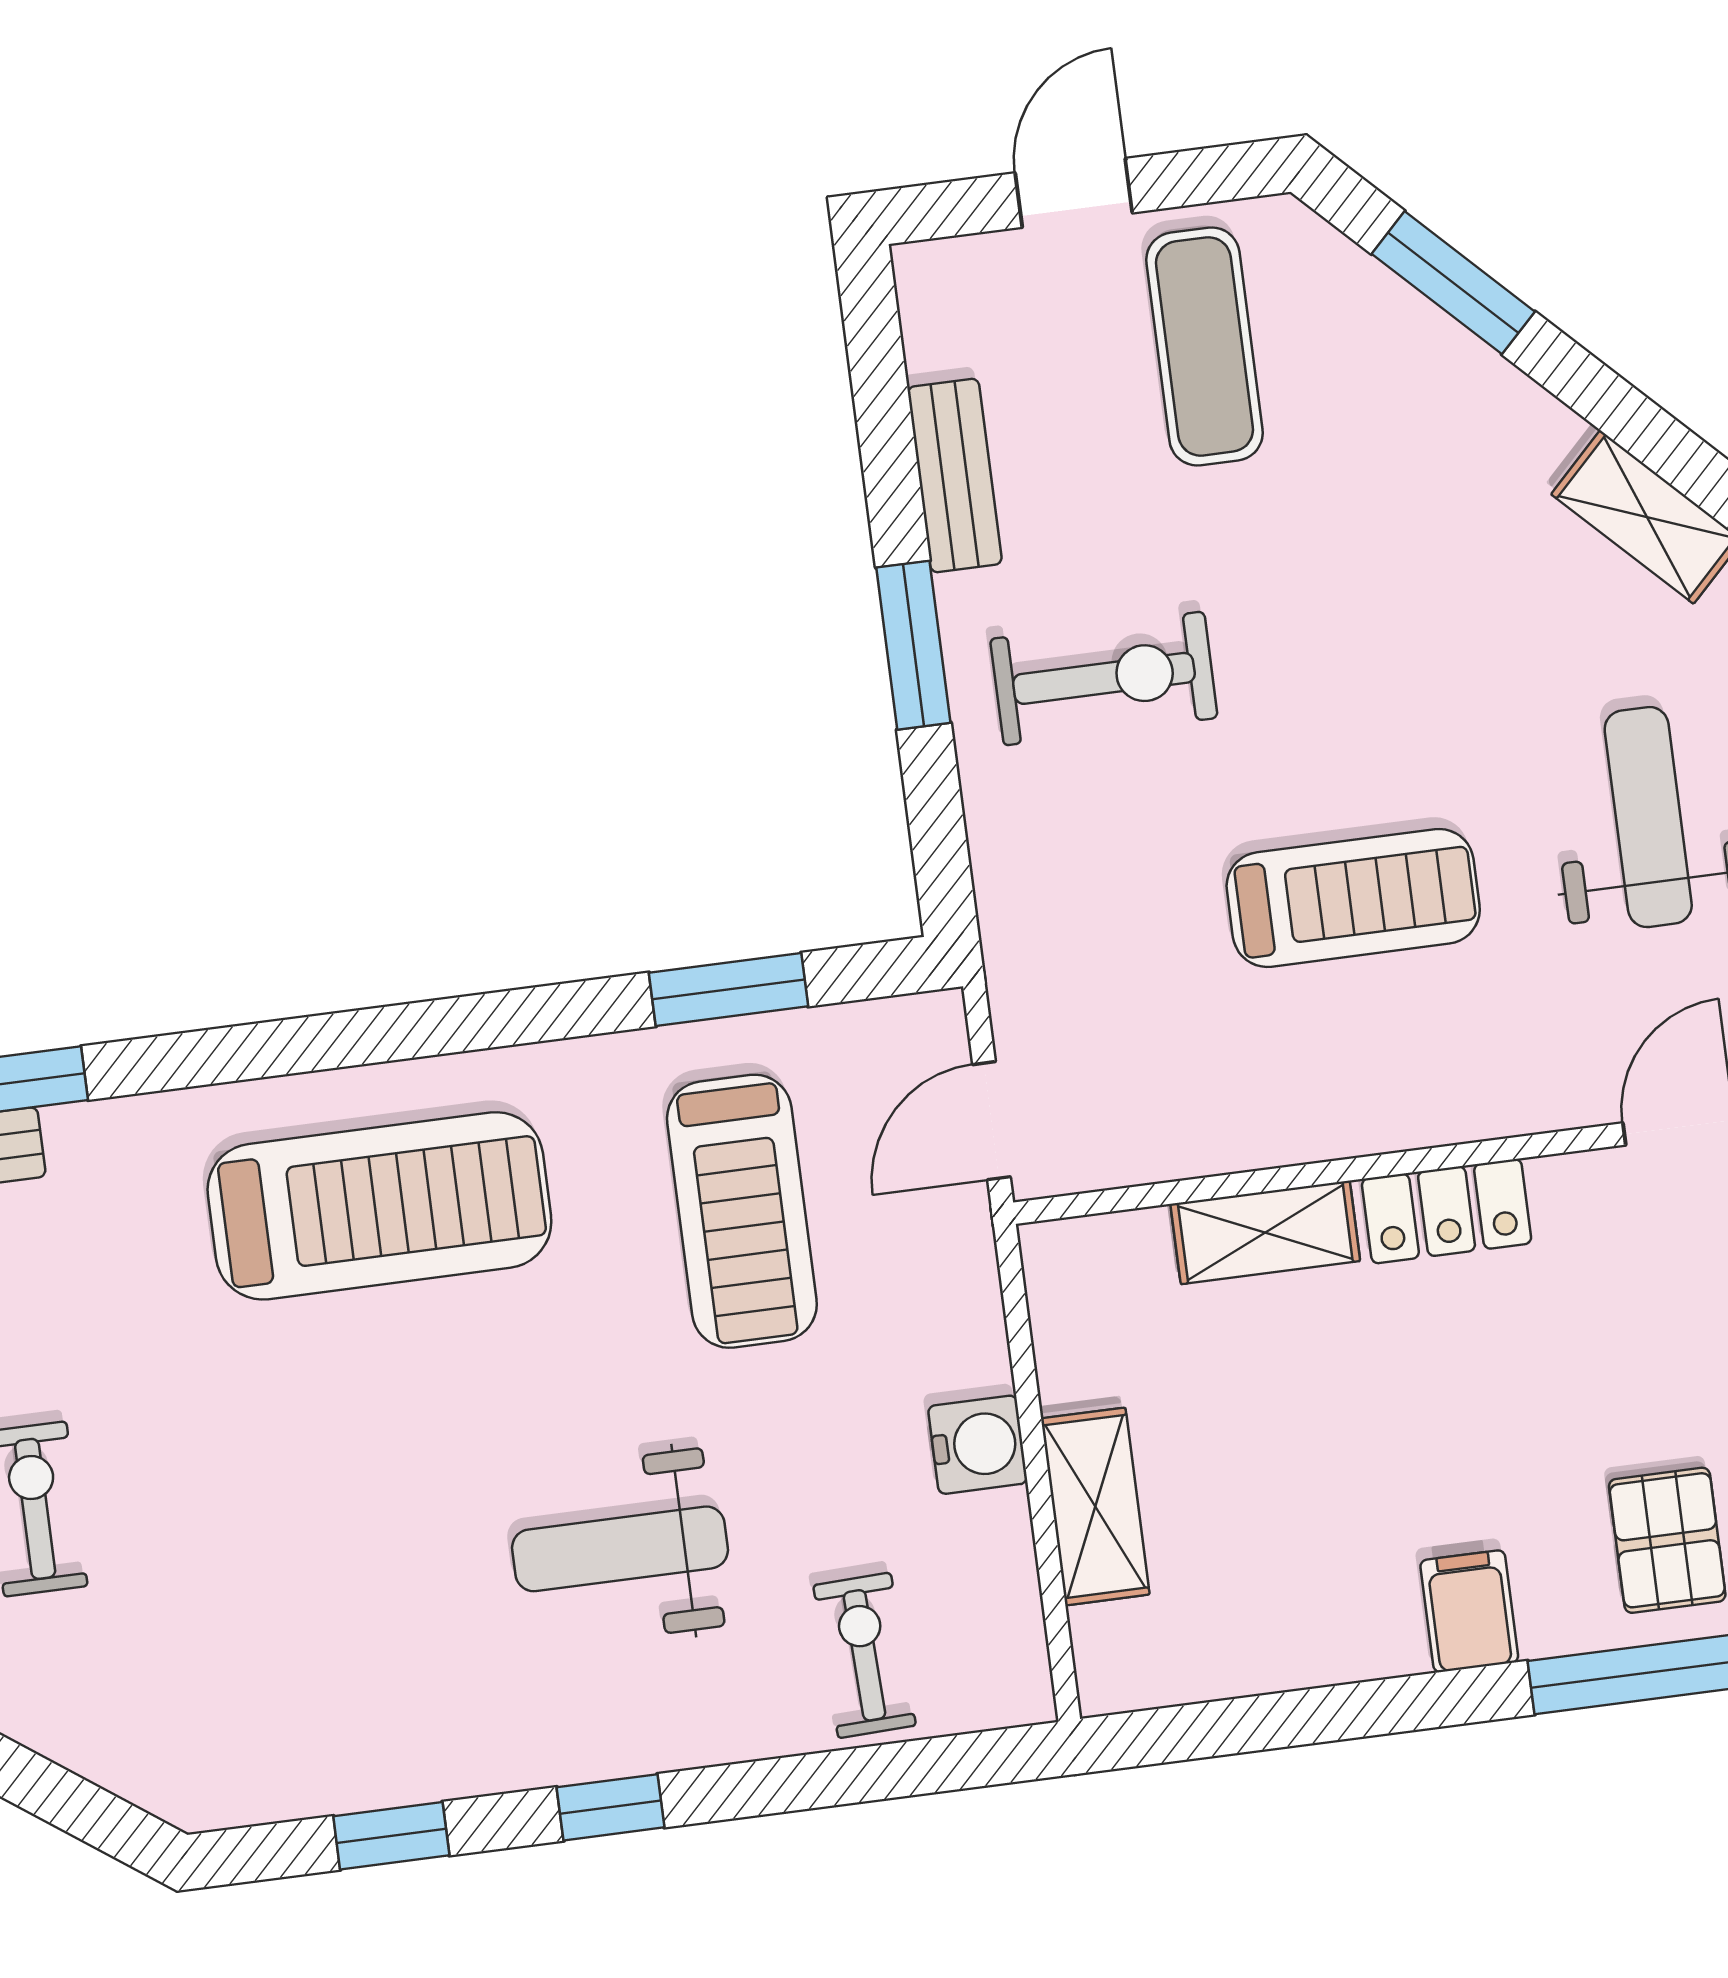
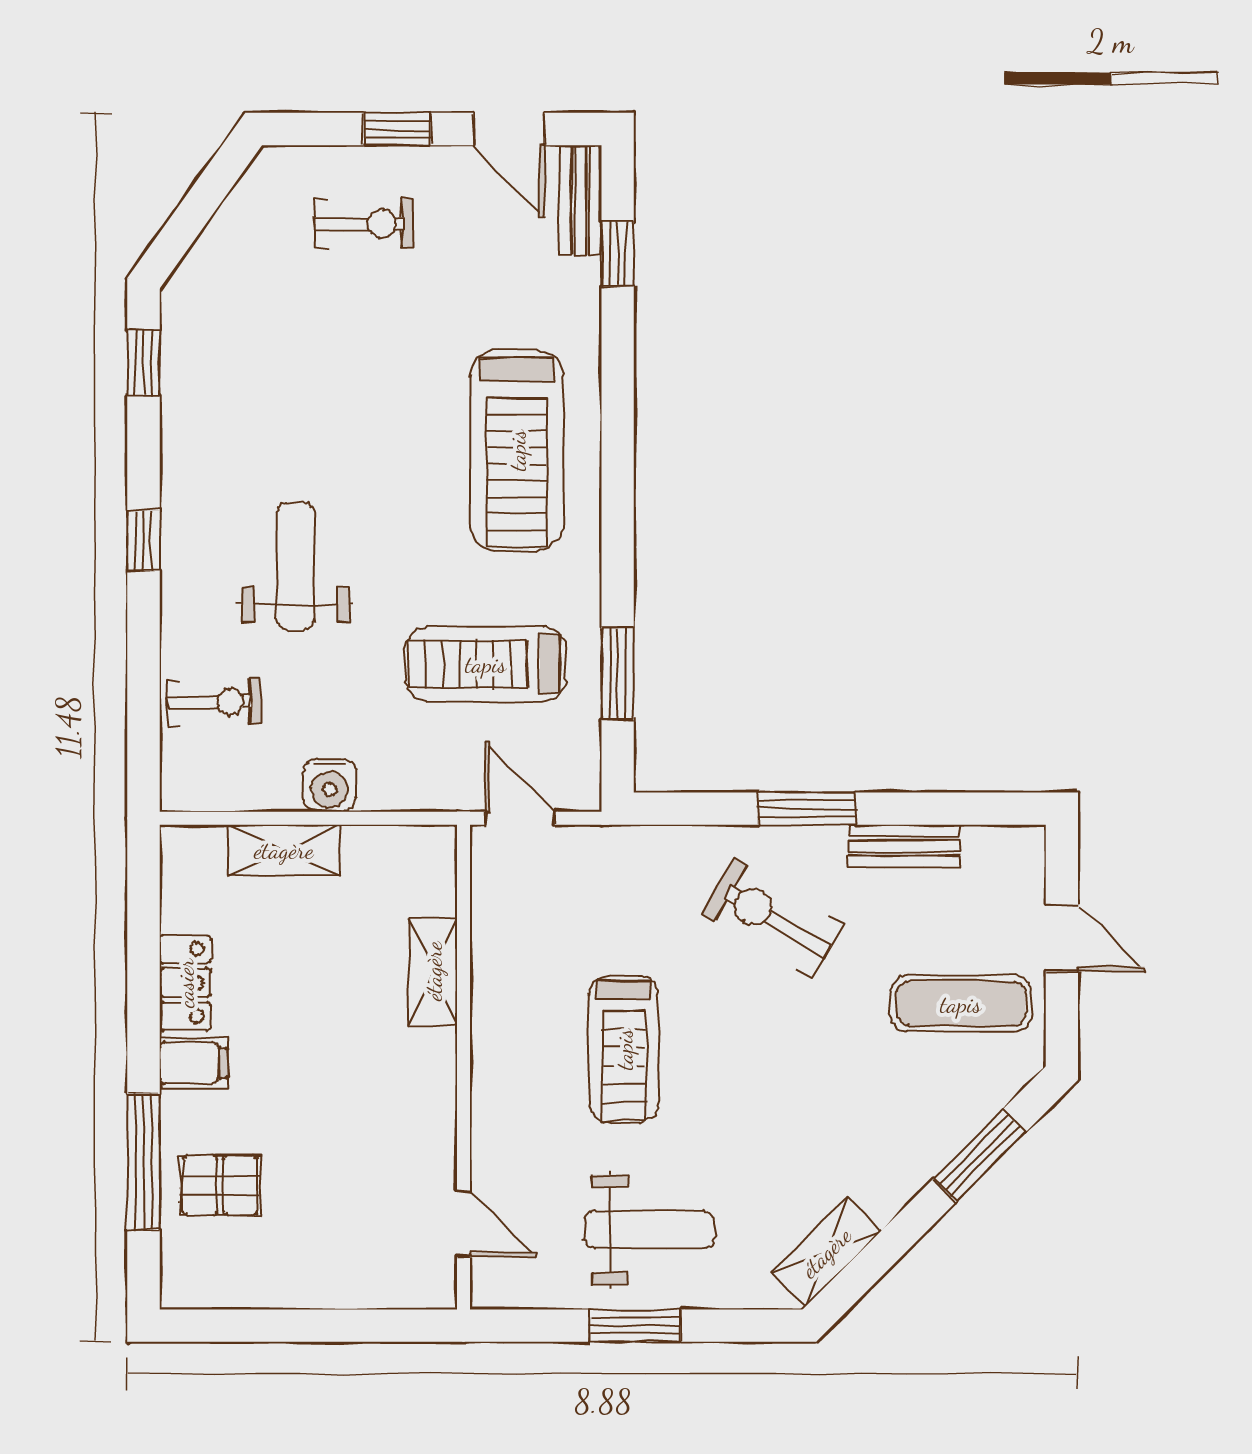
exercise bike: (1104, 678) -> (773, 919), turned 121
locker: (1447, 1211) -> (185, 983), moved, turned 180
window: (391, 1836) -> (144, 363), moved

